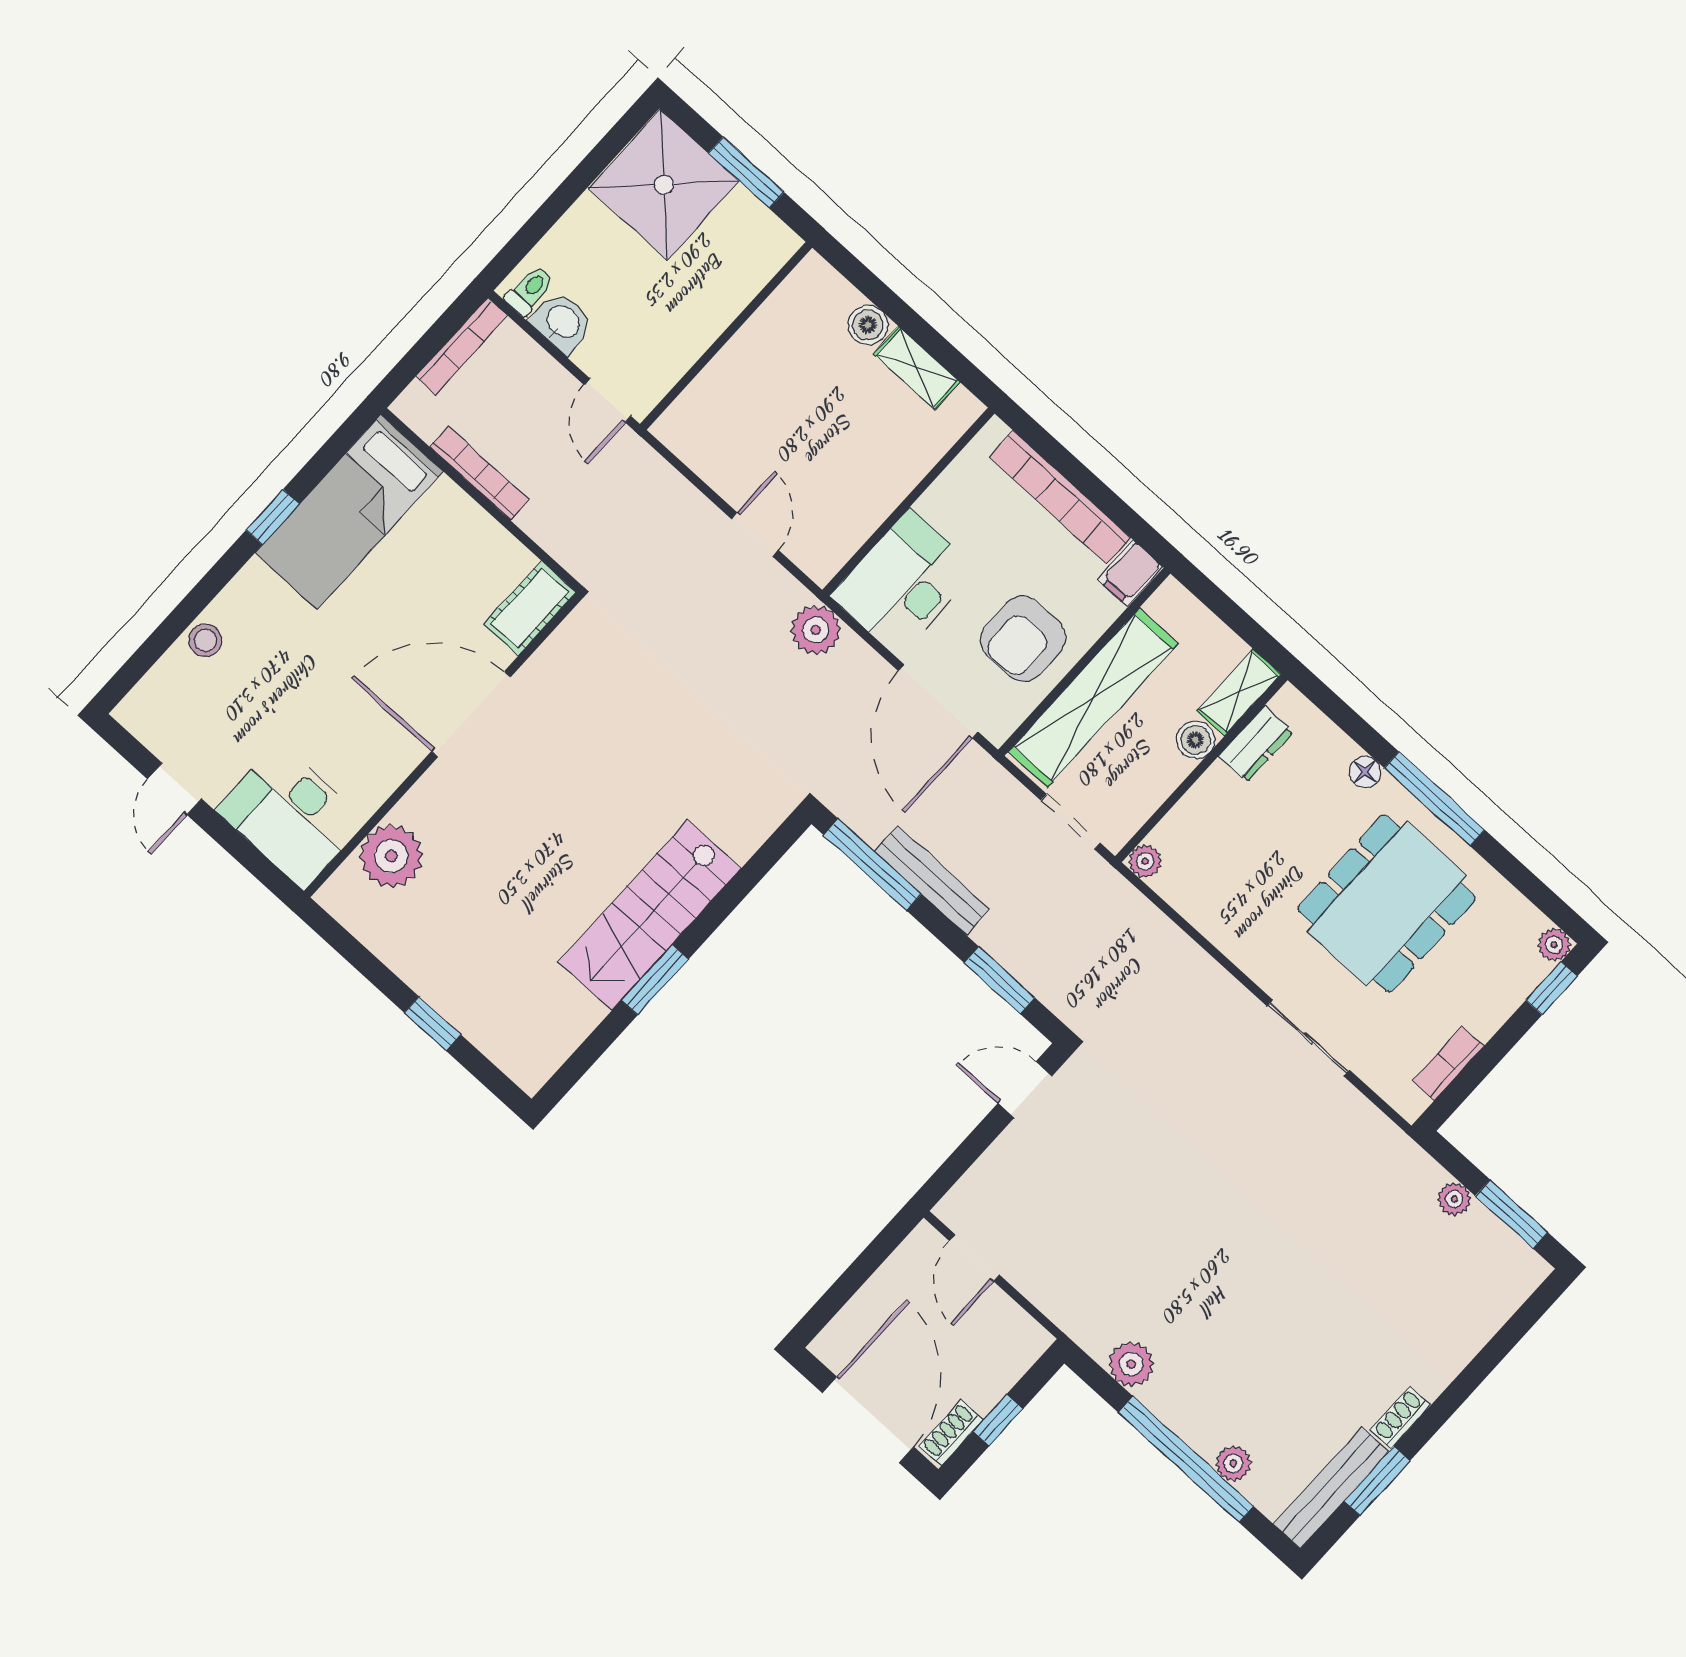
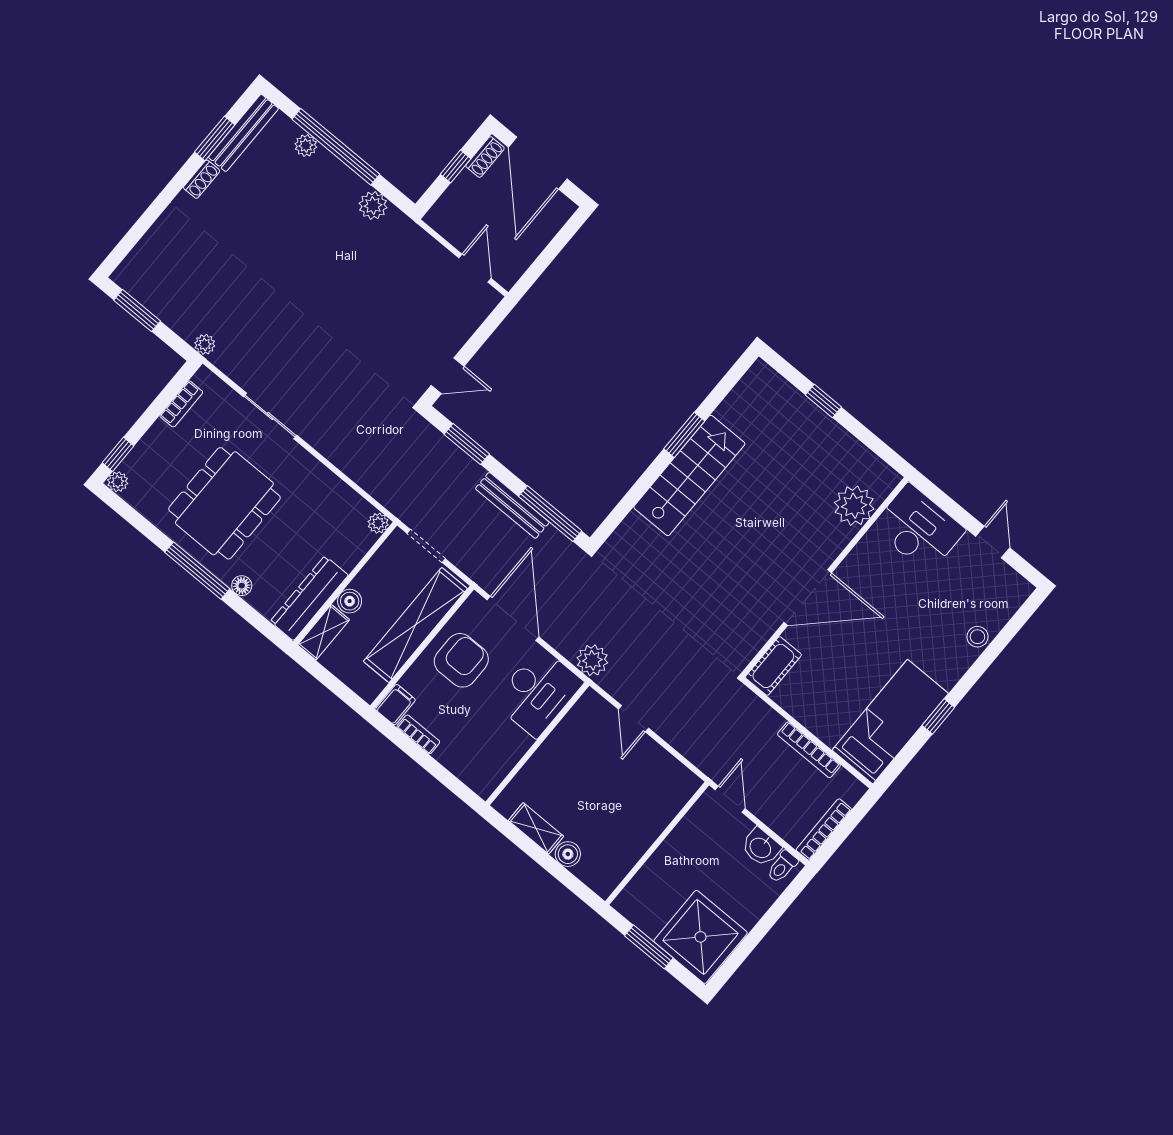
bookcase: (1060, 497) -> (418, 734), width x0.43, depth x0.76
dresser: (1256, 744) -> (309, 598), width x1.96, depth x1.24
plant: (1454, 1199) -> (205, 344), moved

